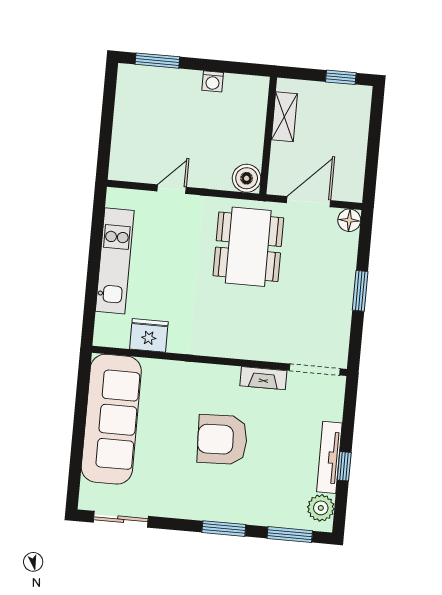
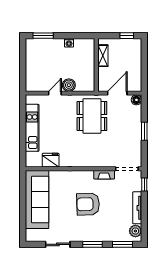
boiler: (247, 178) -> (69, 85), moved
window: (344, 466) -> (144, 185), moved
sliding door: (121, 519) -> (58, 244), moved

